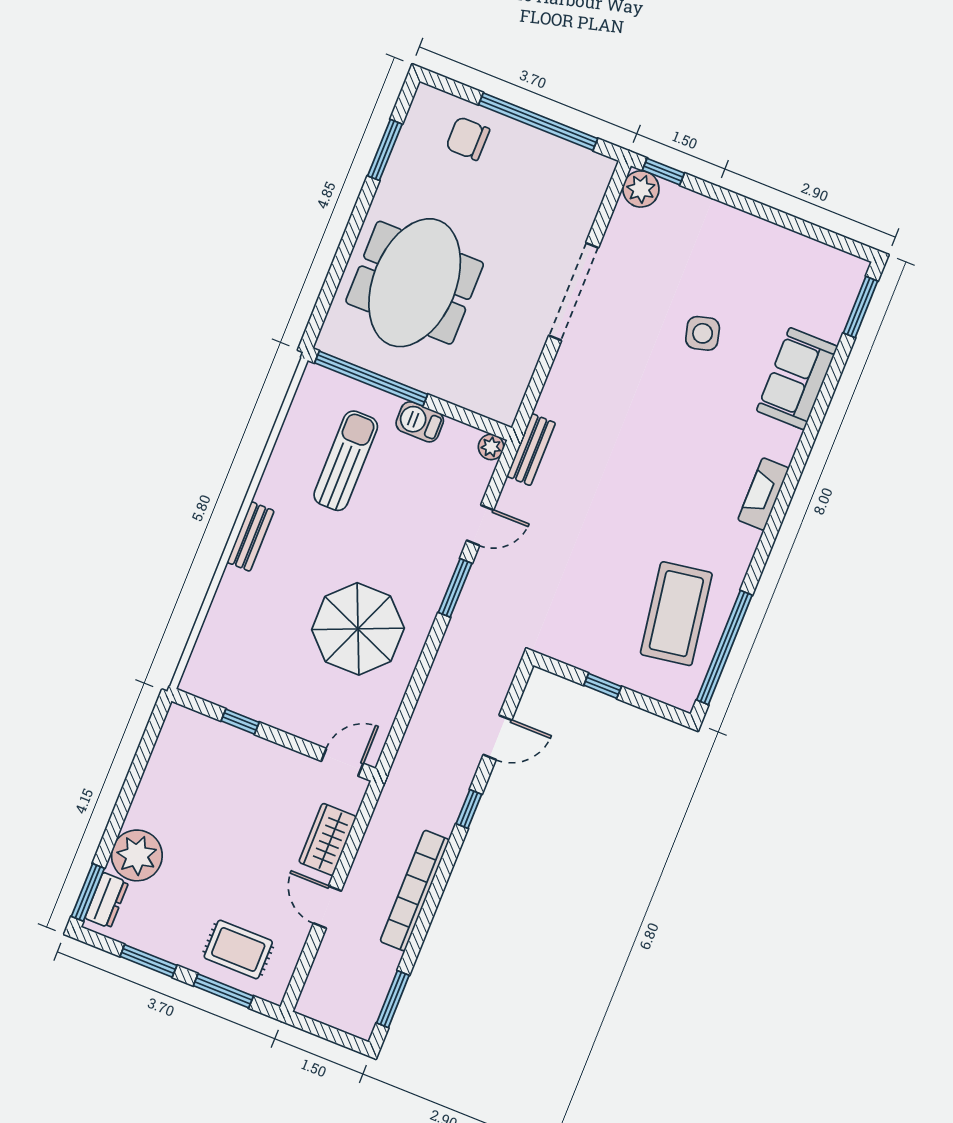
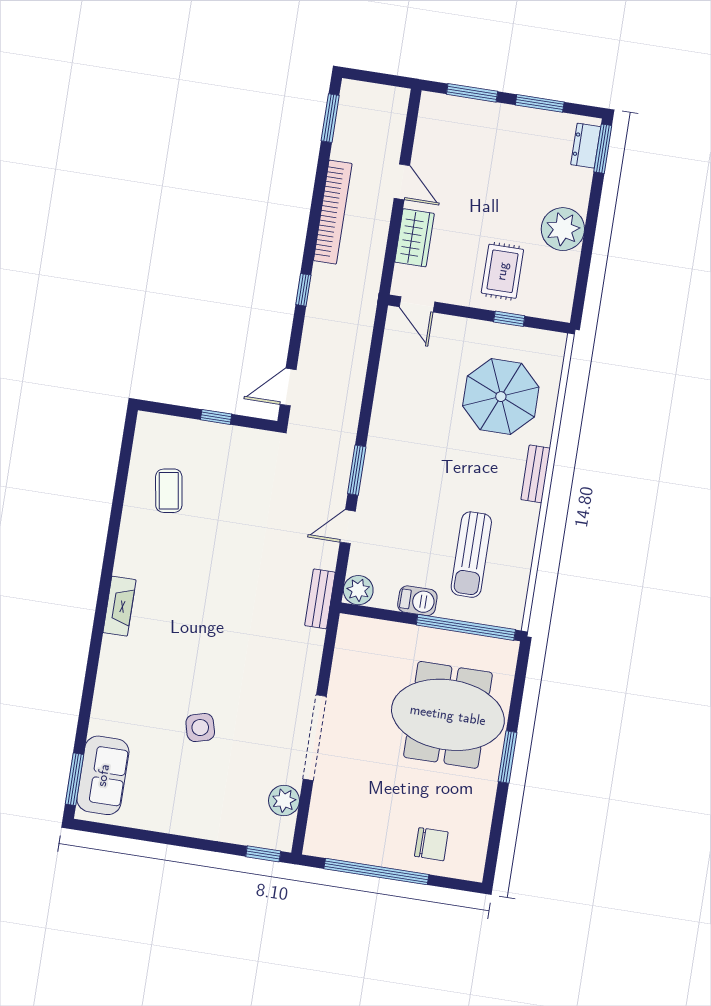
window: (385, 150) -> (507, 757), moved
plant: (641, 189) -> (284, 801), moved
meeting table: (415, 283) -> (448, 715), turned 90
sofa: (797, 379) -> (103, 775), moved
plant: (491, 447) -> (358, 590), width x1.38, depth x1.38
coffee table: (676, 614) -> (169, 491), width x0.54, depth x0.58
parasol: (358, 629) -> (501, 397), moved
window: (724, 648) -> (123, 472), removed
door: (498, 737) -> (288, 387), moved
door: (342, 762) -> (417, 304), hinge flipped
plant: (137, 855) -> (563, 229), moved
rug: (238, 949) -> (502, 271), moved, turned 90

